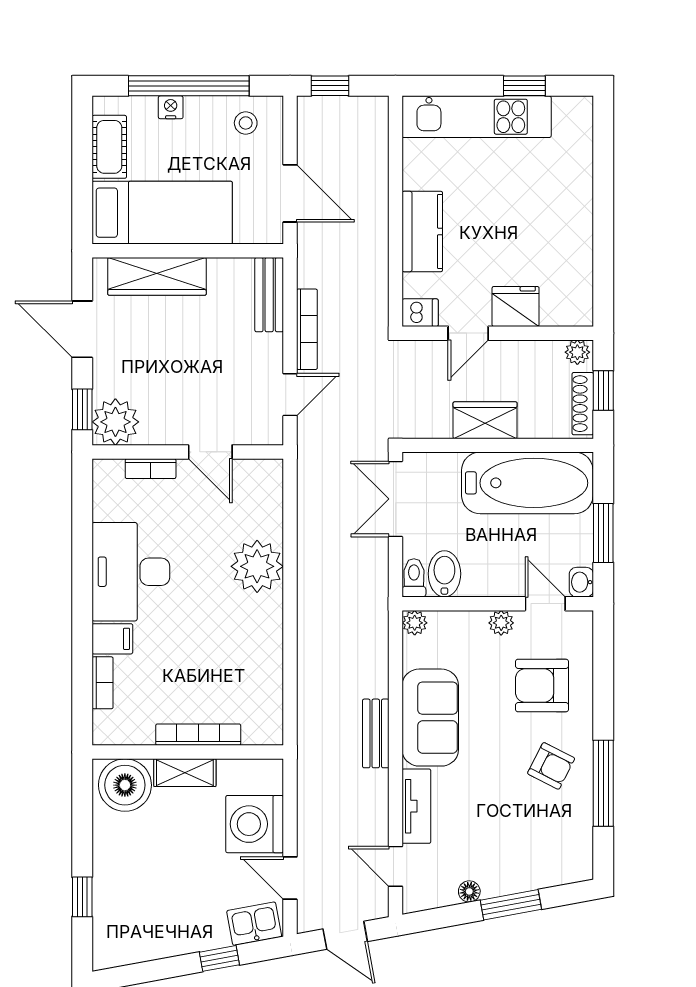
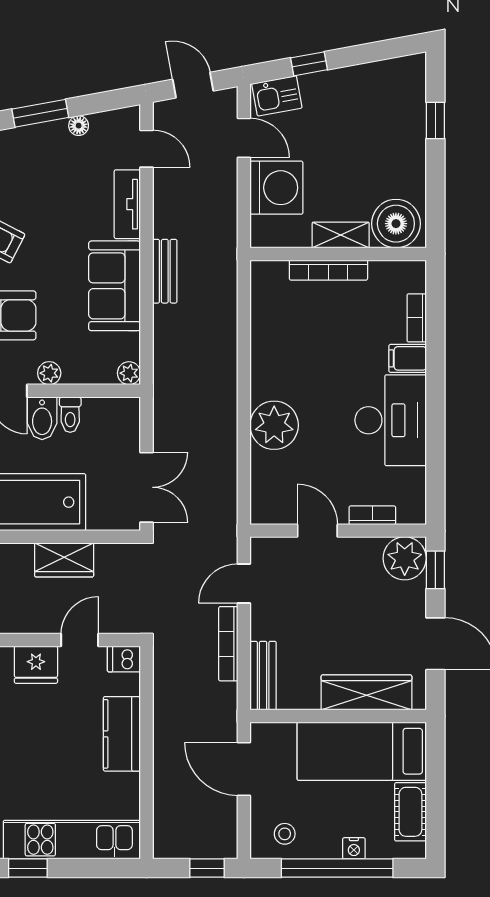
bidet: (444, 574) -> (42, 418), moved
toilet: (414, 578) -> (70, 415), moved

